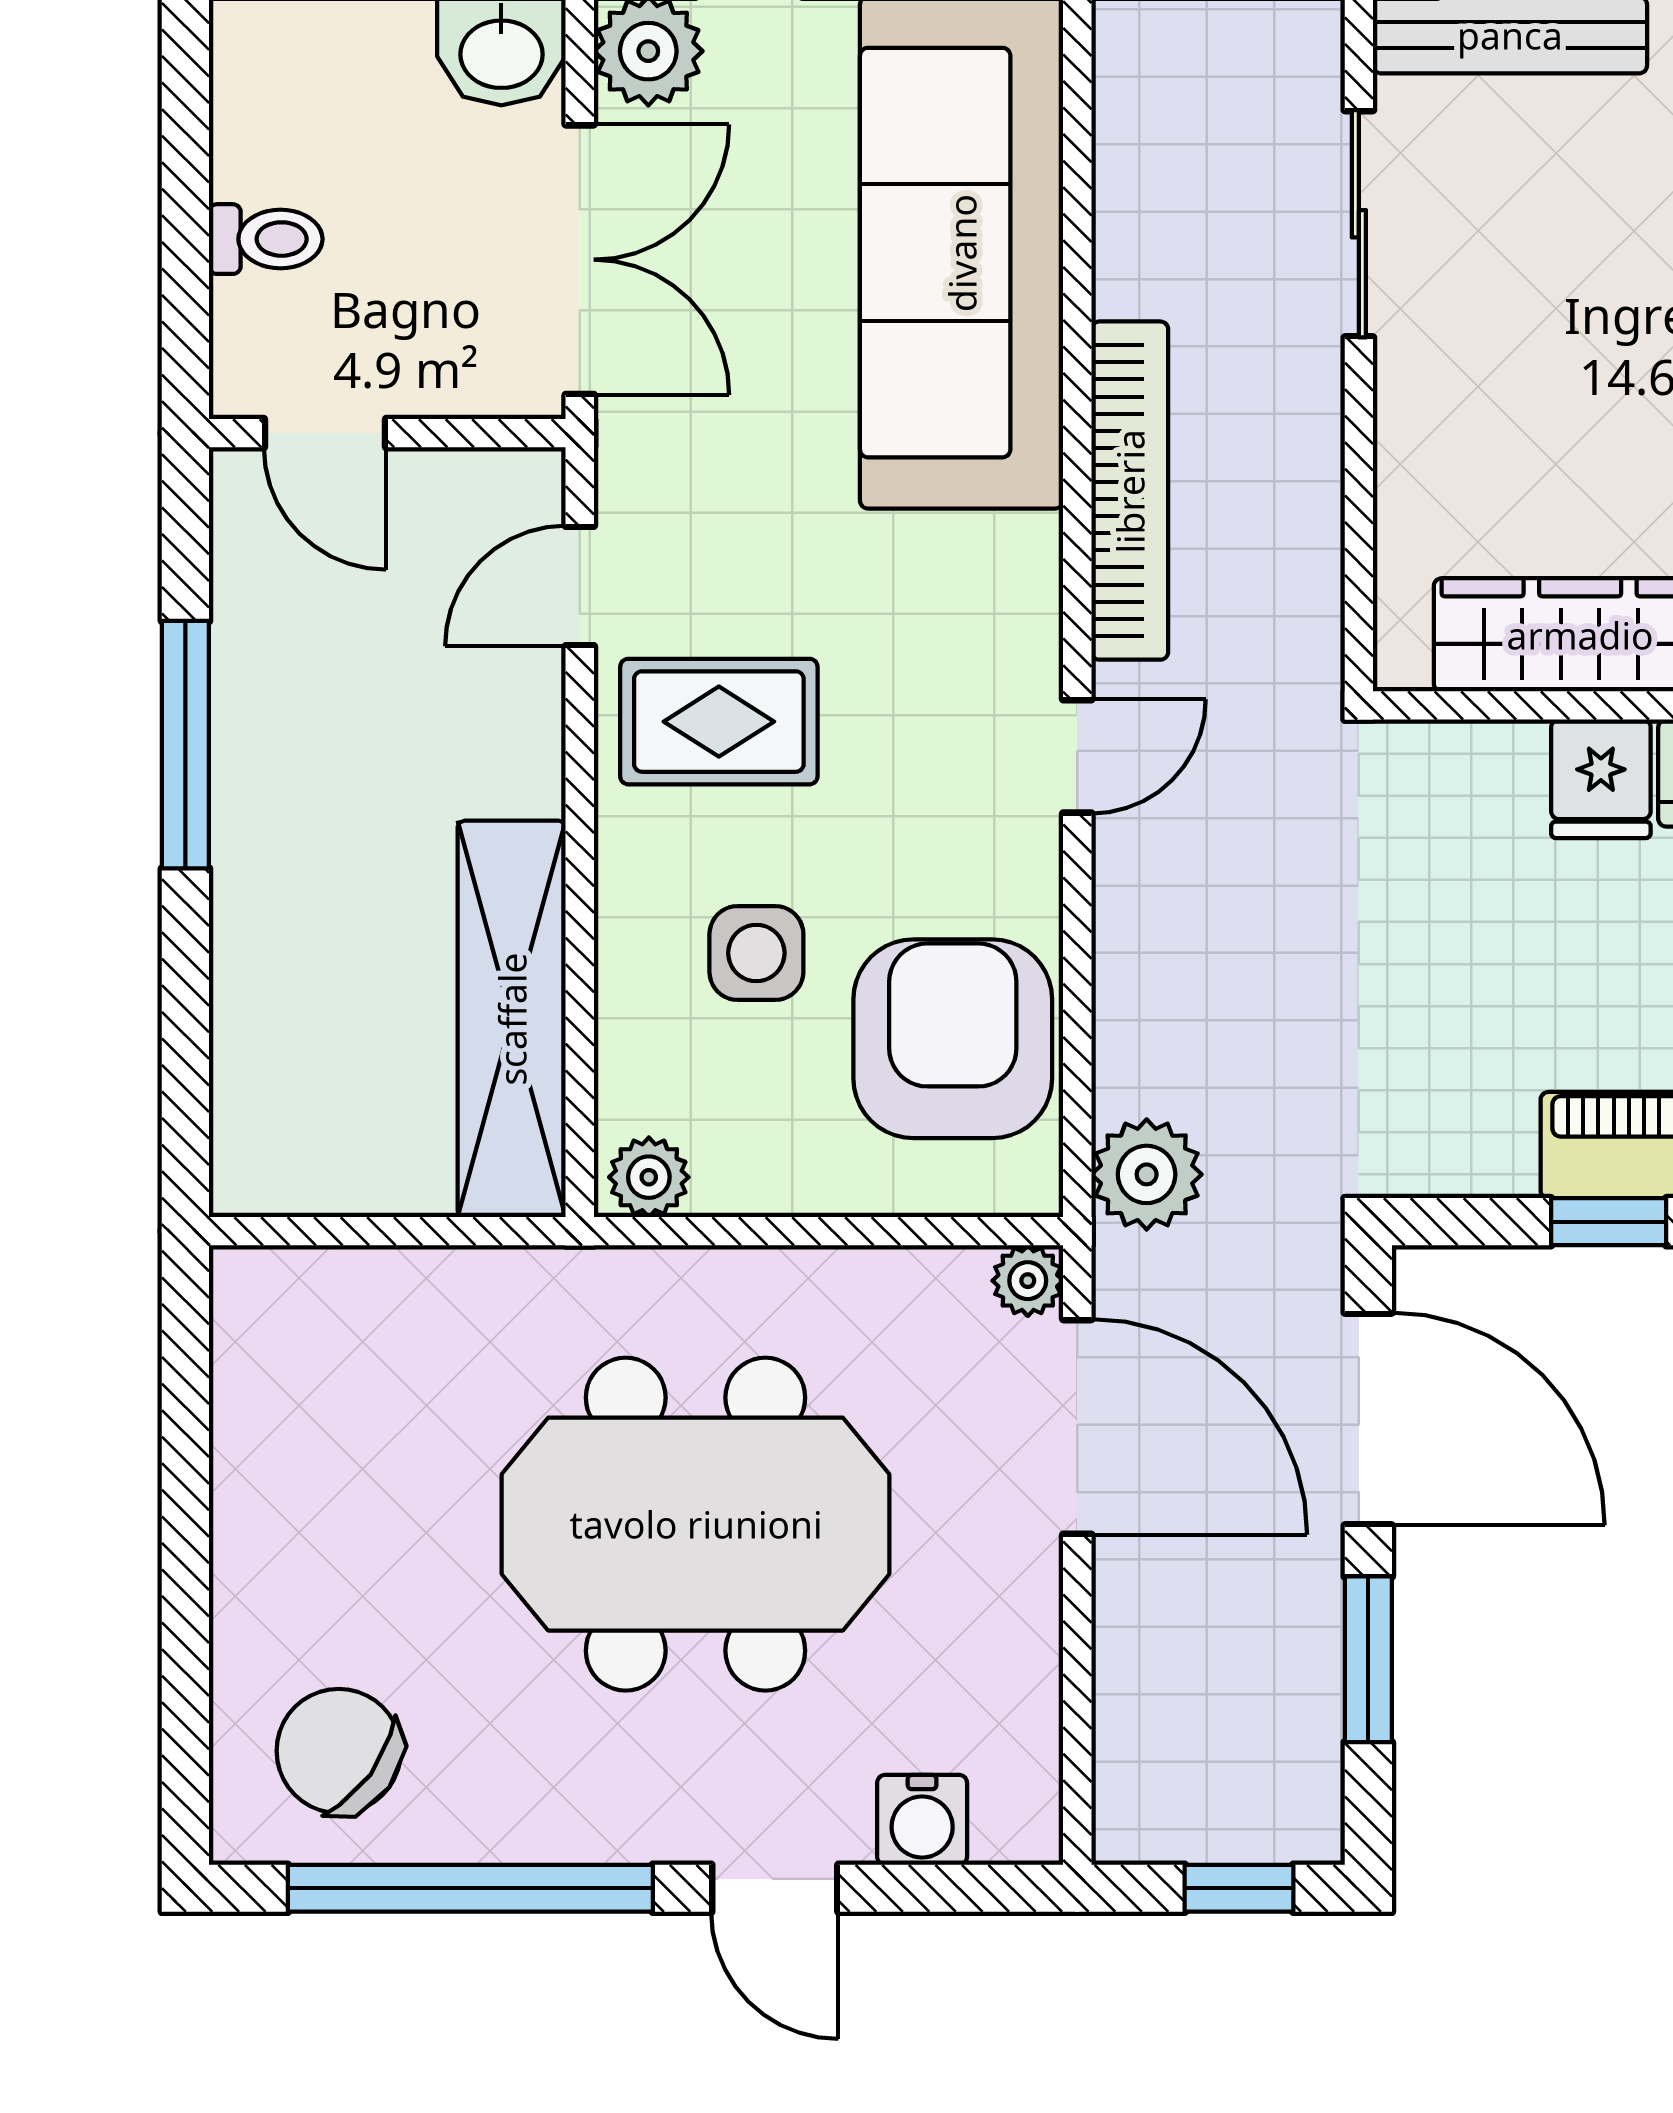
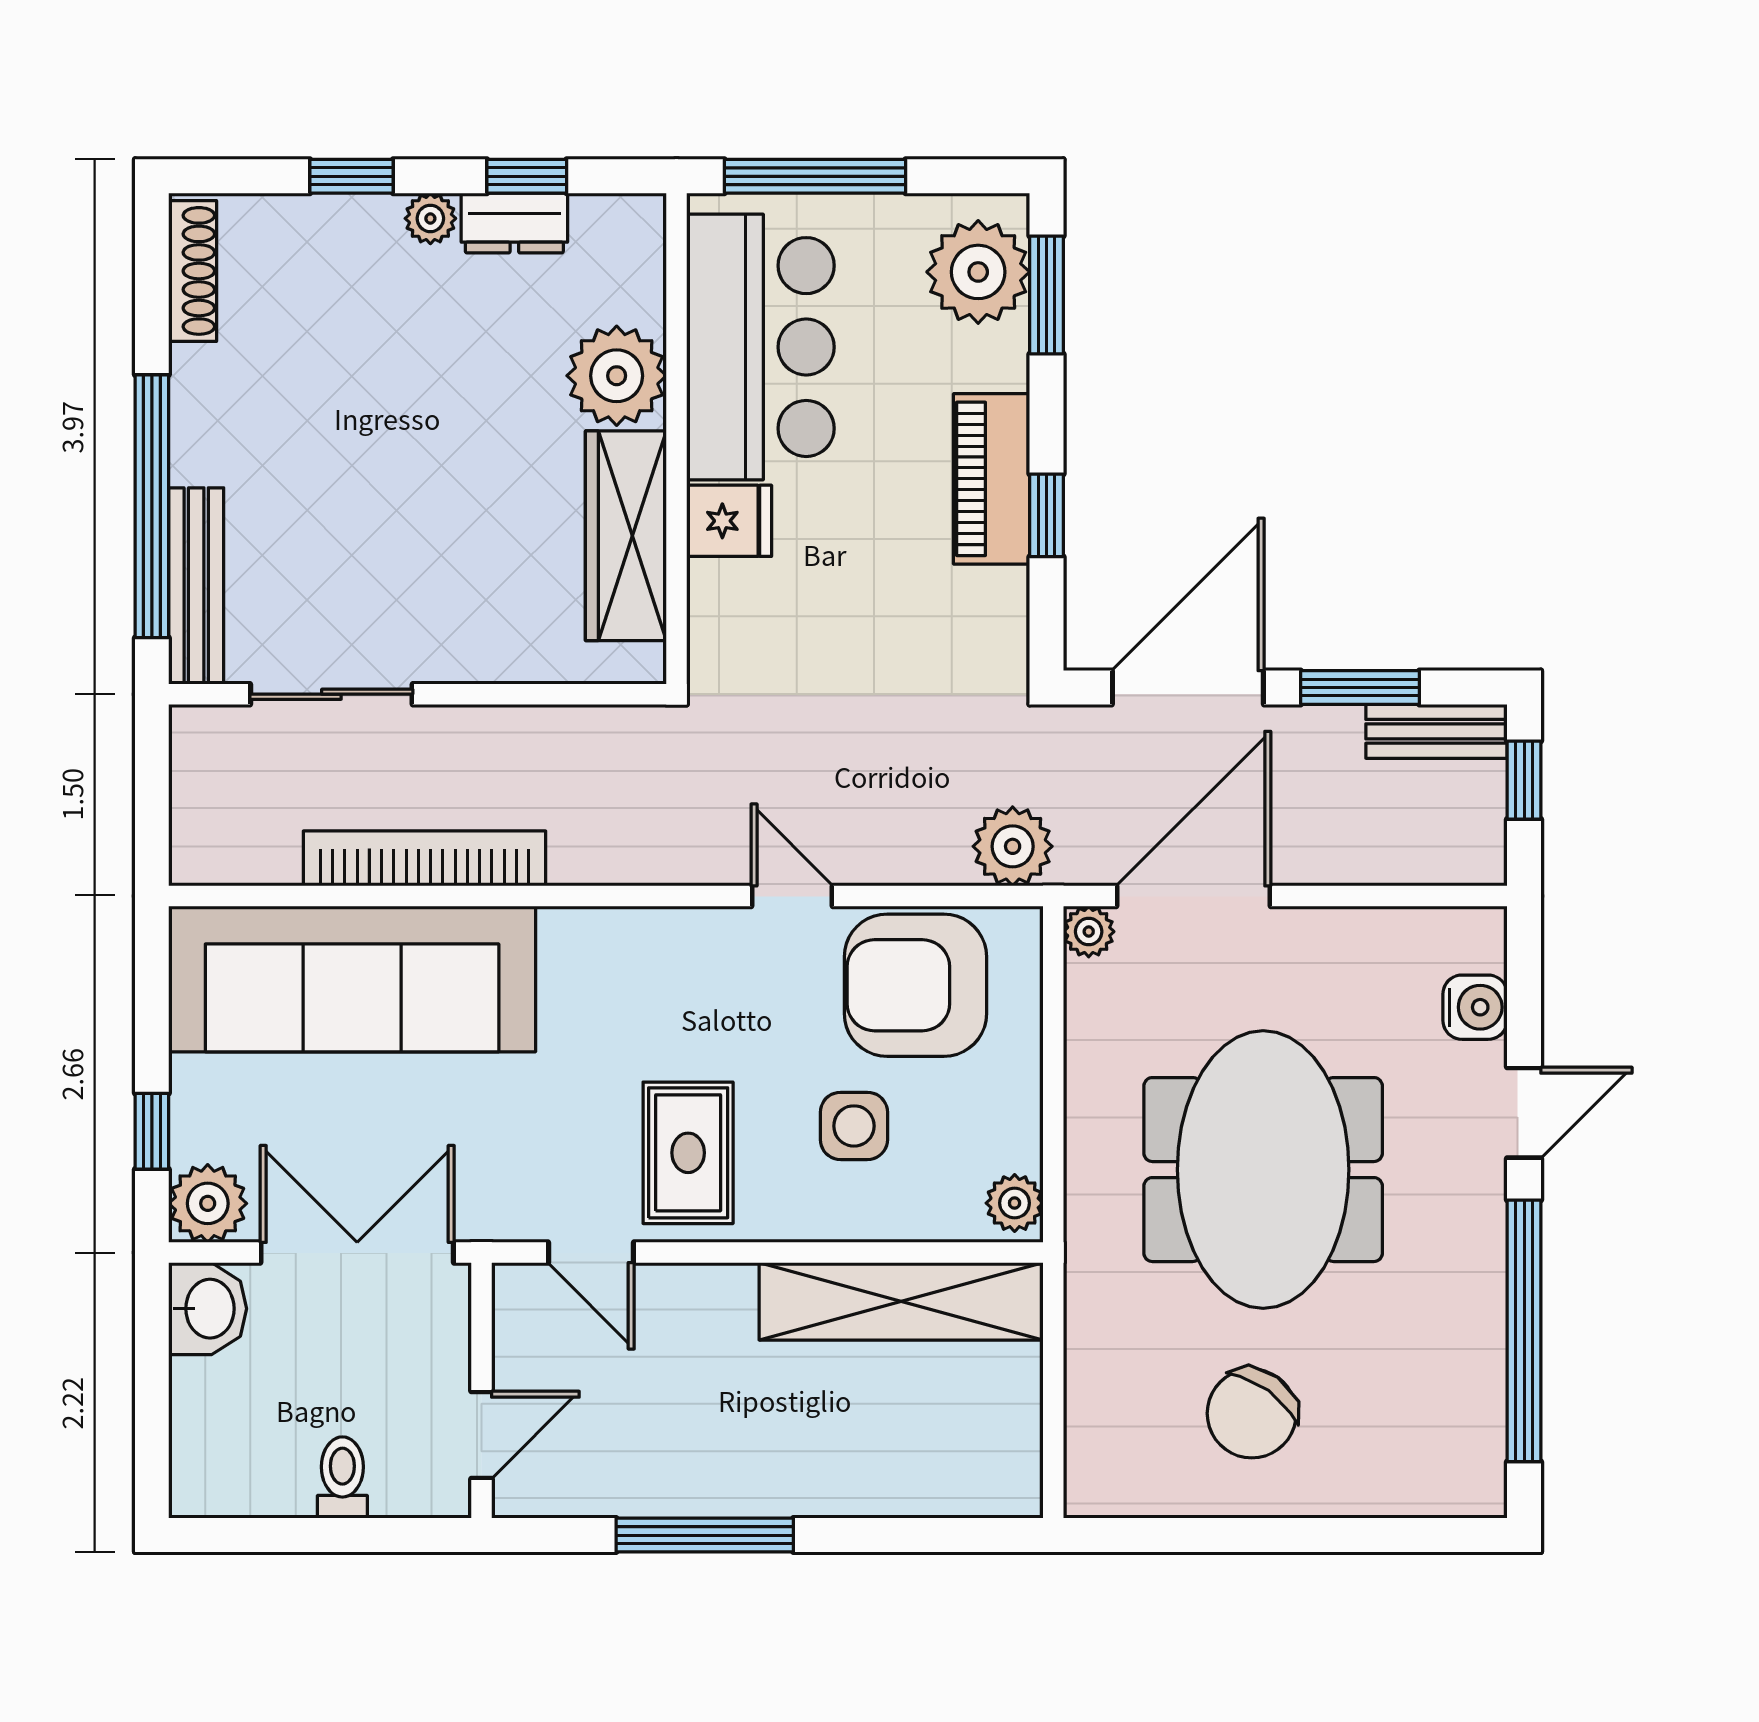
bookcase: (1130, 491) -> (424, 858), moved
door: (1077, 756) -> (792, 896), moved
chair: (339, 1751) -> (1252, 1413), moved
bench: (1307, 1766) -> (1437, 731), added

